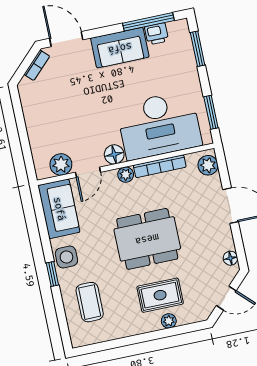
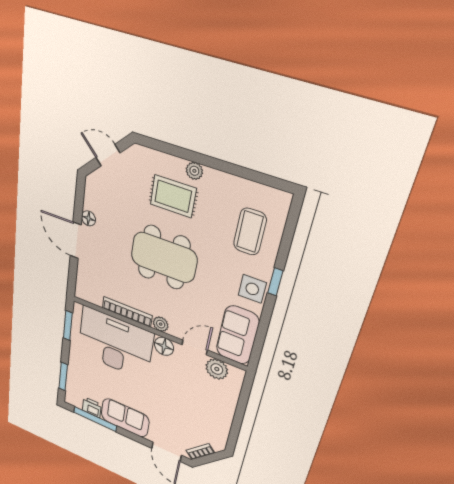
plant: (208, 165) -> (84, 286), removed
floor lamp: (230, 258) -> (88, 218), moved
plant: (169, 321) -> (194, 171), moved

